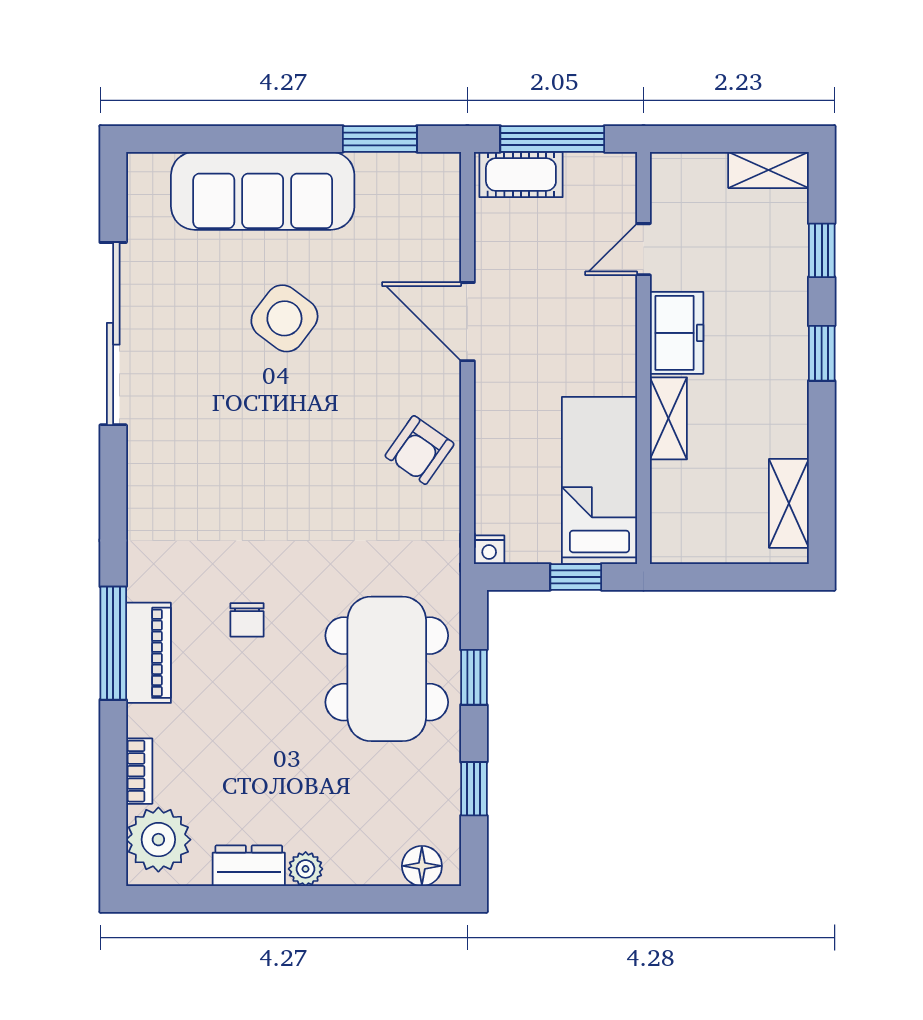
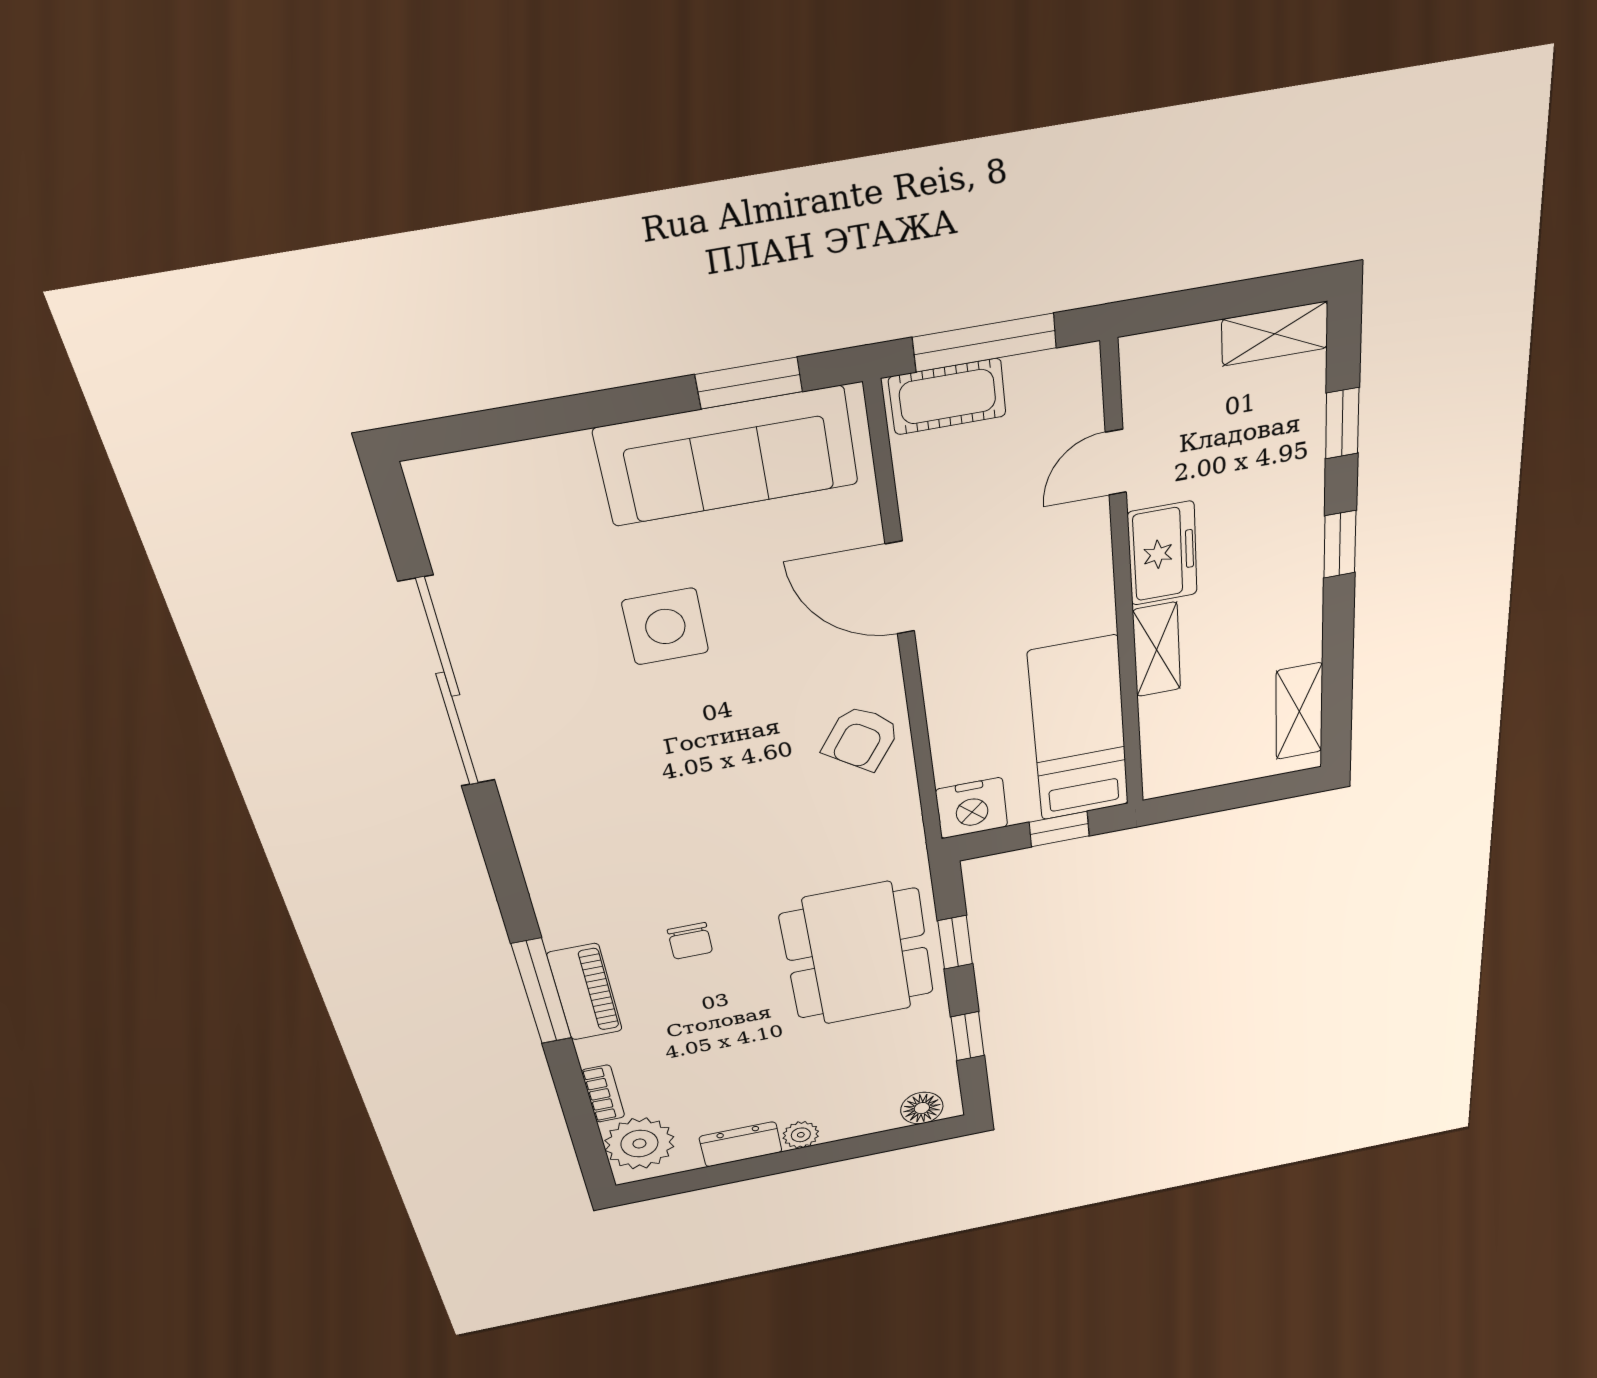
sofa: (263, 191) -> (727, 456), moved
side table: (284, 318) -> (665, 627), turned -37
nightstand: (489, 550) -> (972, 808), width x1.89, depth x1.79

